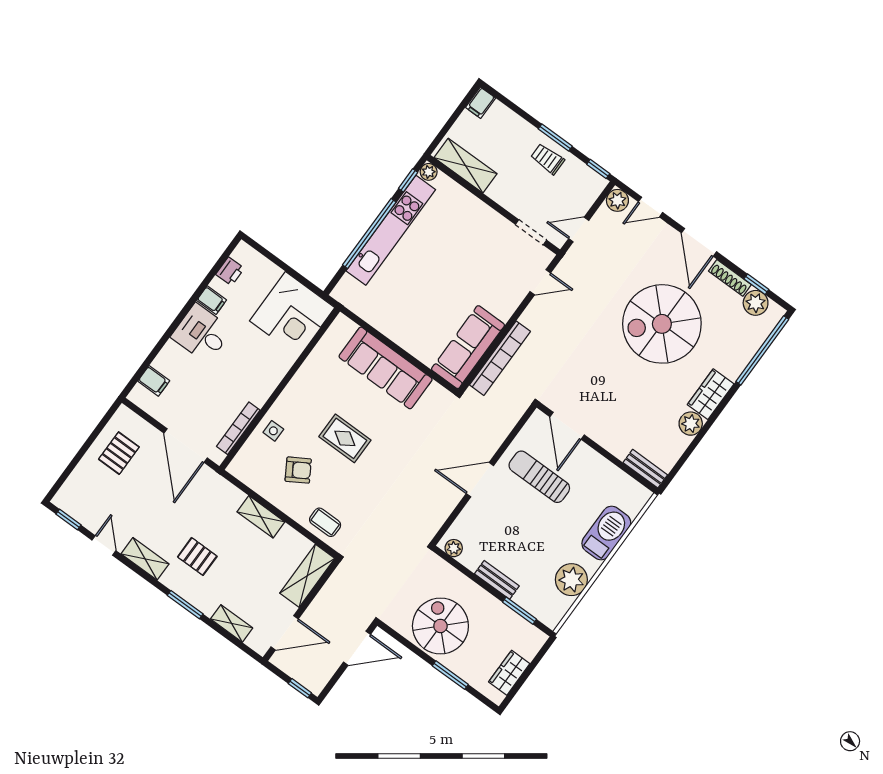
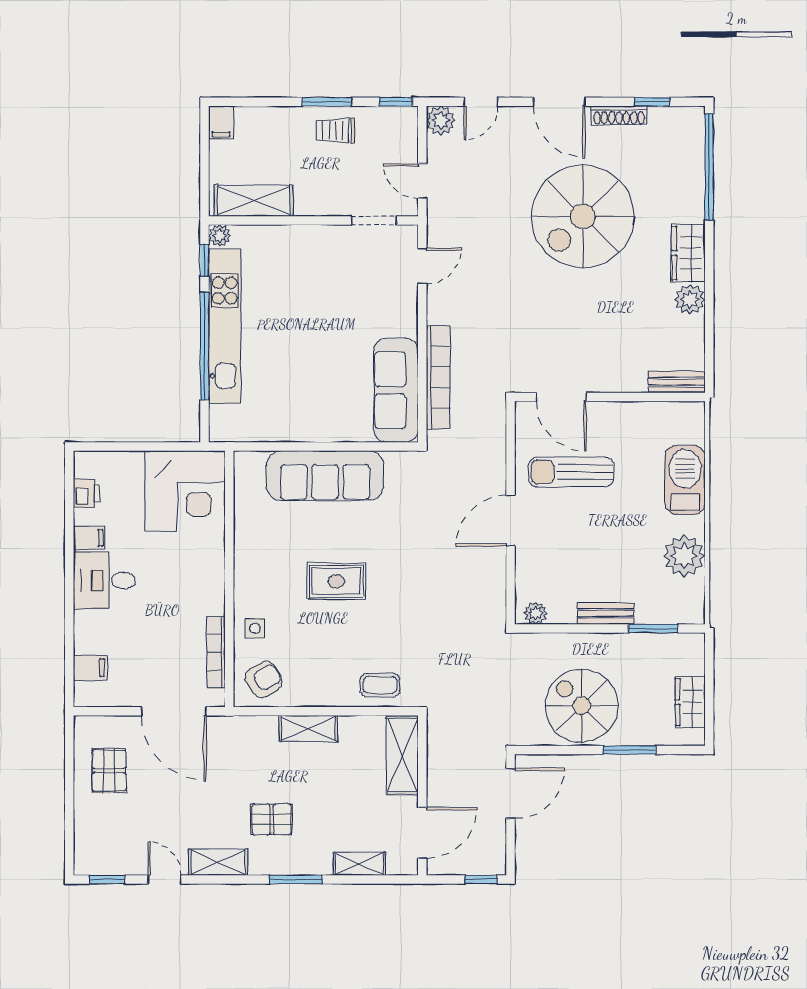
door: (579, 230) -> (422, 181), hinge flipped
plant: (756, 303) -> (665, 122), removed
armchair: (298, 470) -> (264, 679), moved

